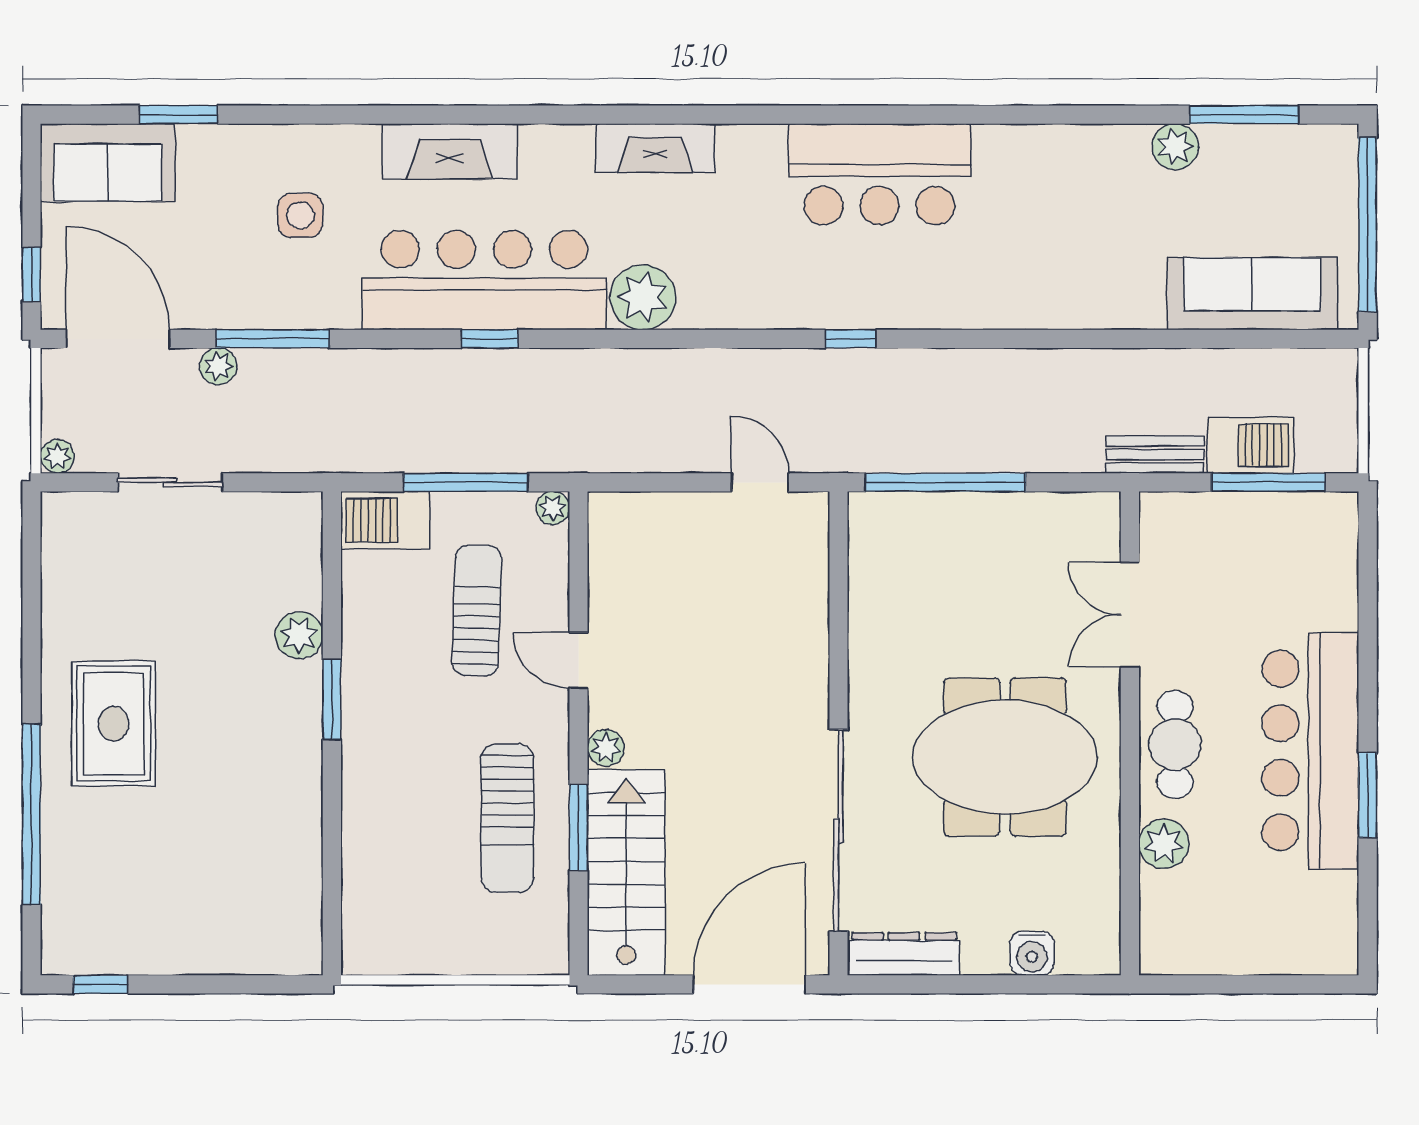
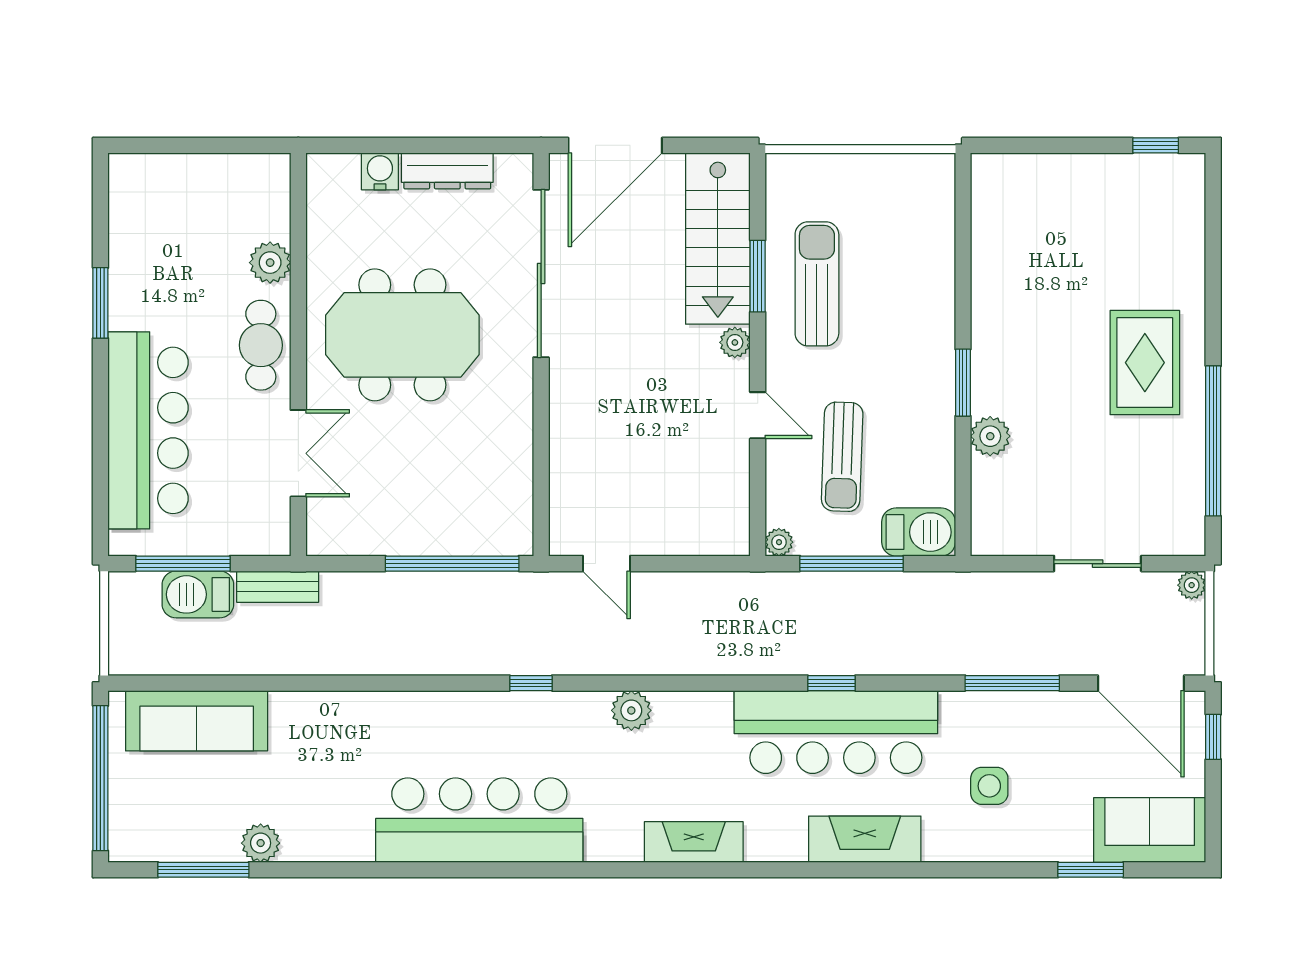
bar counter: (879, 174) -> (479, 820), width x1.36
plant: (643, 297) -> (631, 710), moved, width x0.73, depth x0.73
plant: (218, 366) -> (1058, 660), removed
bar counter: (1310, 751) -> (148, 430), moved
window: (31, 814) -> (1213, 441), moved
dresser: (904, 954) -> (447, 171), moved

